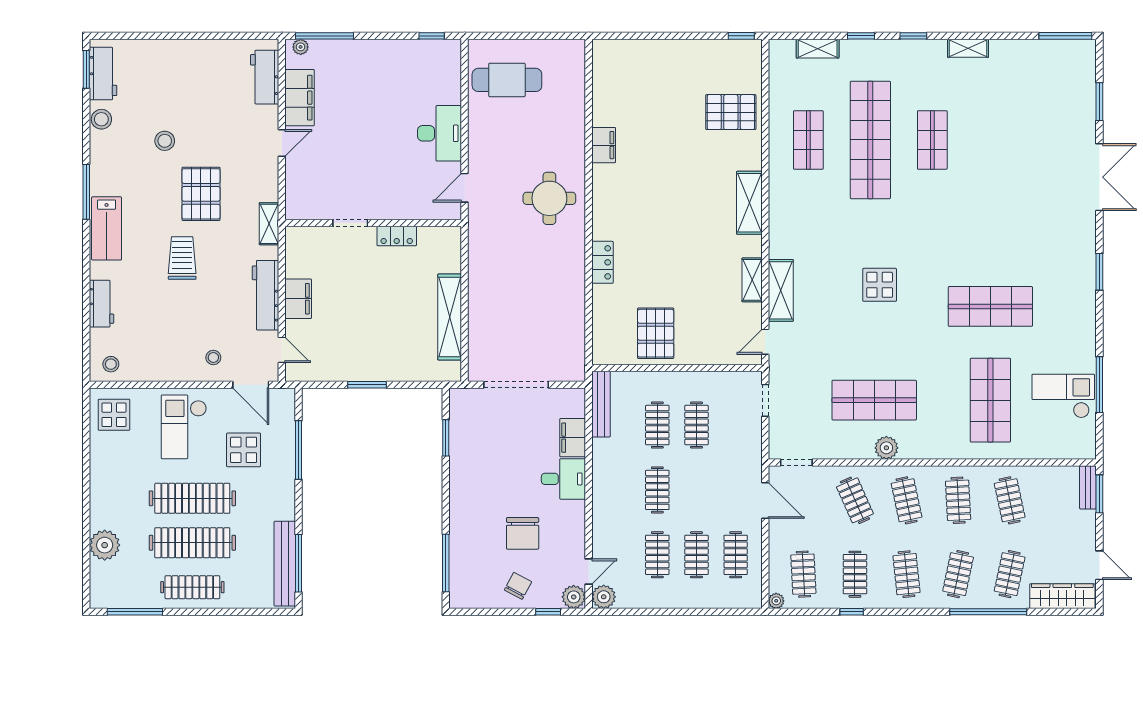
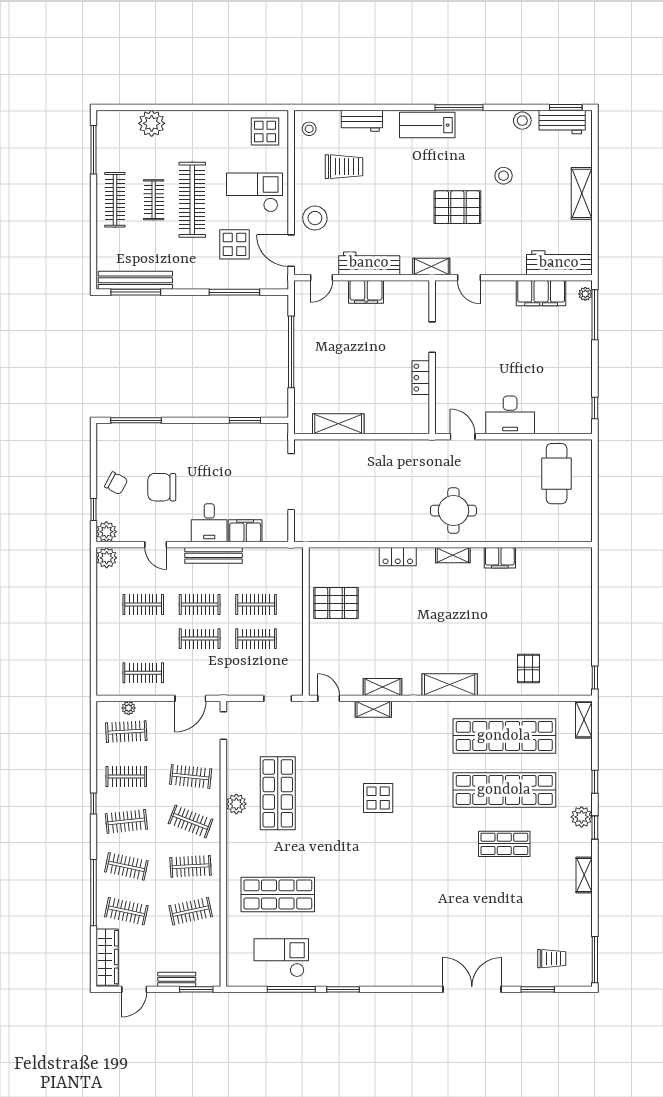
shelving: (818, 49) -> (584, 720), moved
shelving: (185, 51) -> (582, 193), added
plant: (901, 51) -> (582, 817), added
workbench: (265, 77) -> (559, 263), width x1.38
trolley: (1064, 85) -> (552, 959), added
pallet: (731, 112) -> (529, 669), width x0.67, depth x0.71
shop shelf: (808, 140) -> (504, 736), width x2.00, depth x1.36
door: (282, 143) -> (469, 278), moved
double door: (1099, 177) -> (472, 989), swing flipped
shelving: (601, 199) -> (453, 555), added
trolley: (182, 258) -> (344, 167), moved
window: (1099, 272) -> (343, 989), moved
shelving: (781, 290) -> (373, 709), width x0.67, depth x0.75
shop shelf: (990, 306) -> (359, 894), removed
shelving: (450, 317) -> (338, 424), width x0.68
stool: (213, 358) -> (315, 218), width x1.89, depth x1.89
door: (251, 385) -> (291, 251), hinge flipped
window: (367, 385) -> (291, 352), width x2.11
checkout: (1063, 396) -> (281, 958), turned -90
bench: (601, 404) -> (214, 555), moved
bench: (1088, 487) -> (177, 979), moved
clothes rail: (855, 500) -> (191, 777), turned 30
clothes rail: (907, 500) -> (191, 821), turned 33
clothes rail: (192, 543) -> (154, 200), width x0.54, depth x0.76
clothes rail: (696, 555) -> (200, 639), moved
door: (589, 572) -> (156, 545), moved
plant: (776, 601) -> (129, 708), moved
window: (852, 612) -> (93, 803), moved

